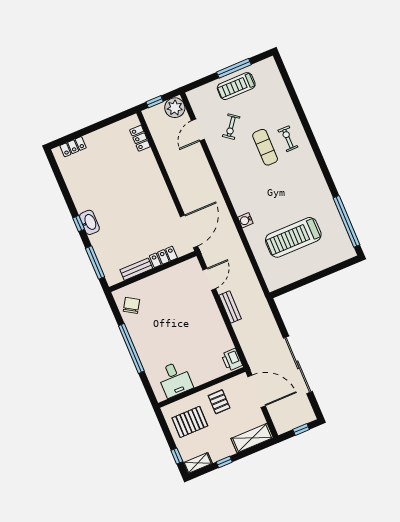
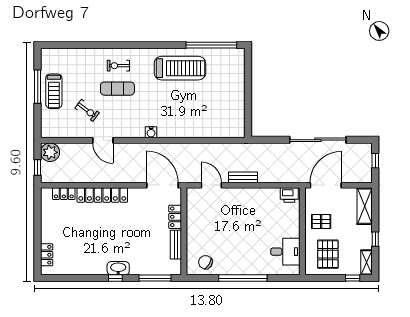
door: (198, 130) -> (103, 140), moved
locker: (155, 177) -> (102, 195), added
water cooler: (245, 220) -> (151, 132), moved
treadmill: (293, 237) -> (180, 68), moved, turned -90

